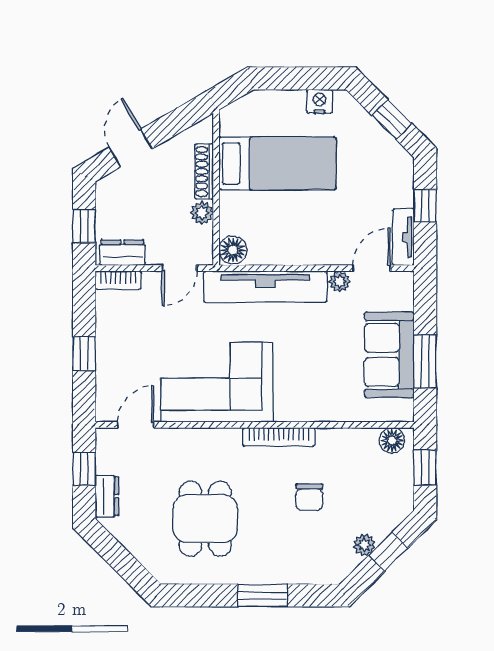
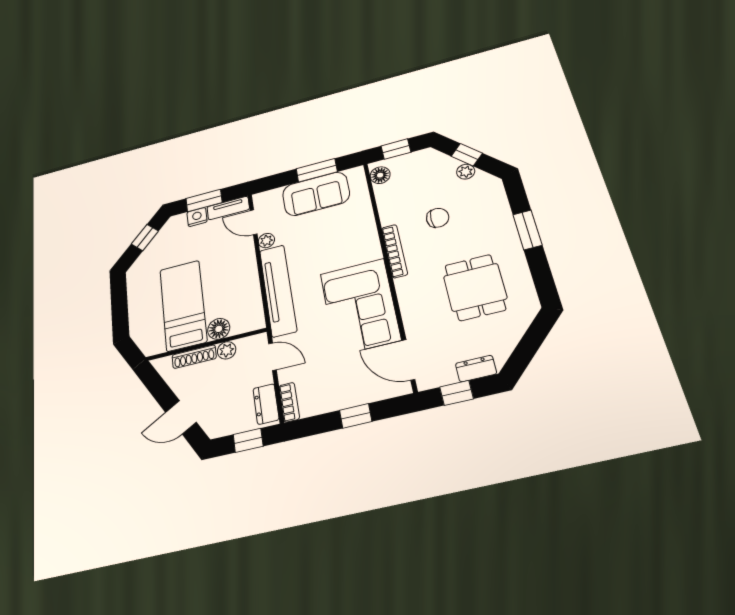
nightstand: (320, 101) -> (197, 217), moved, turned 90
window: (425, 206) -> (204, 200), width x1.50
floor lamp: (233, 250) -> (219, 329), moved
door: (136, 425) -> (408, 360), width x1.38
dining table: (205, 519) -> (475, 287), turned 90

